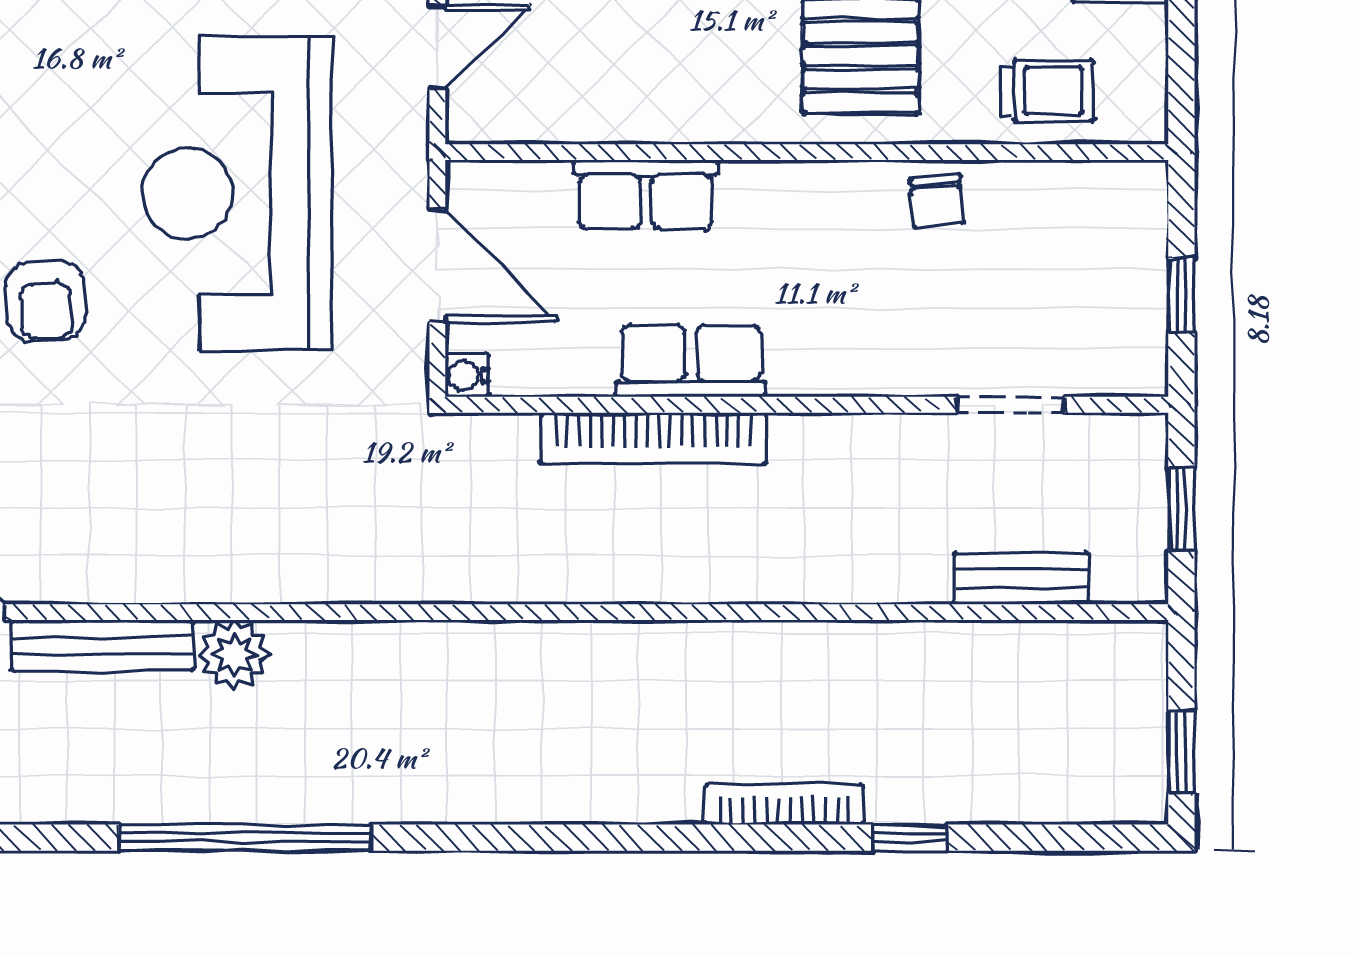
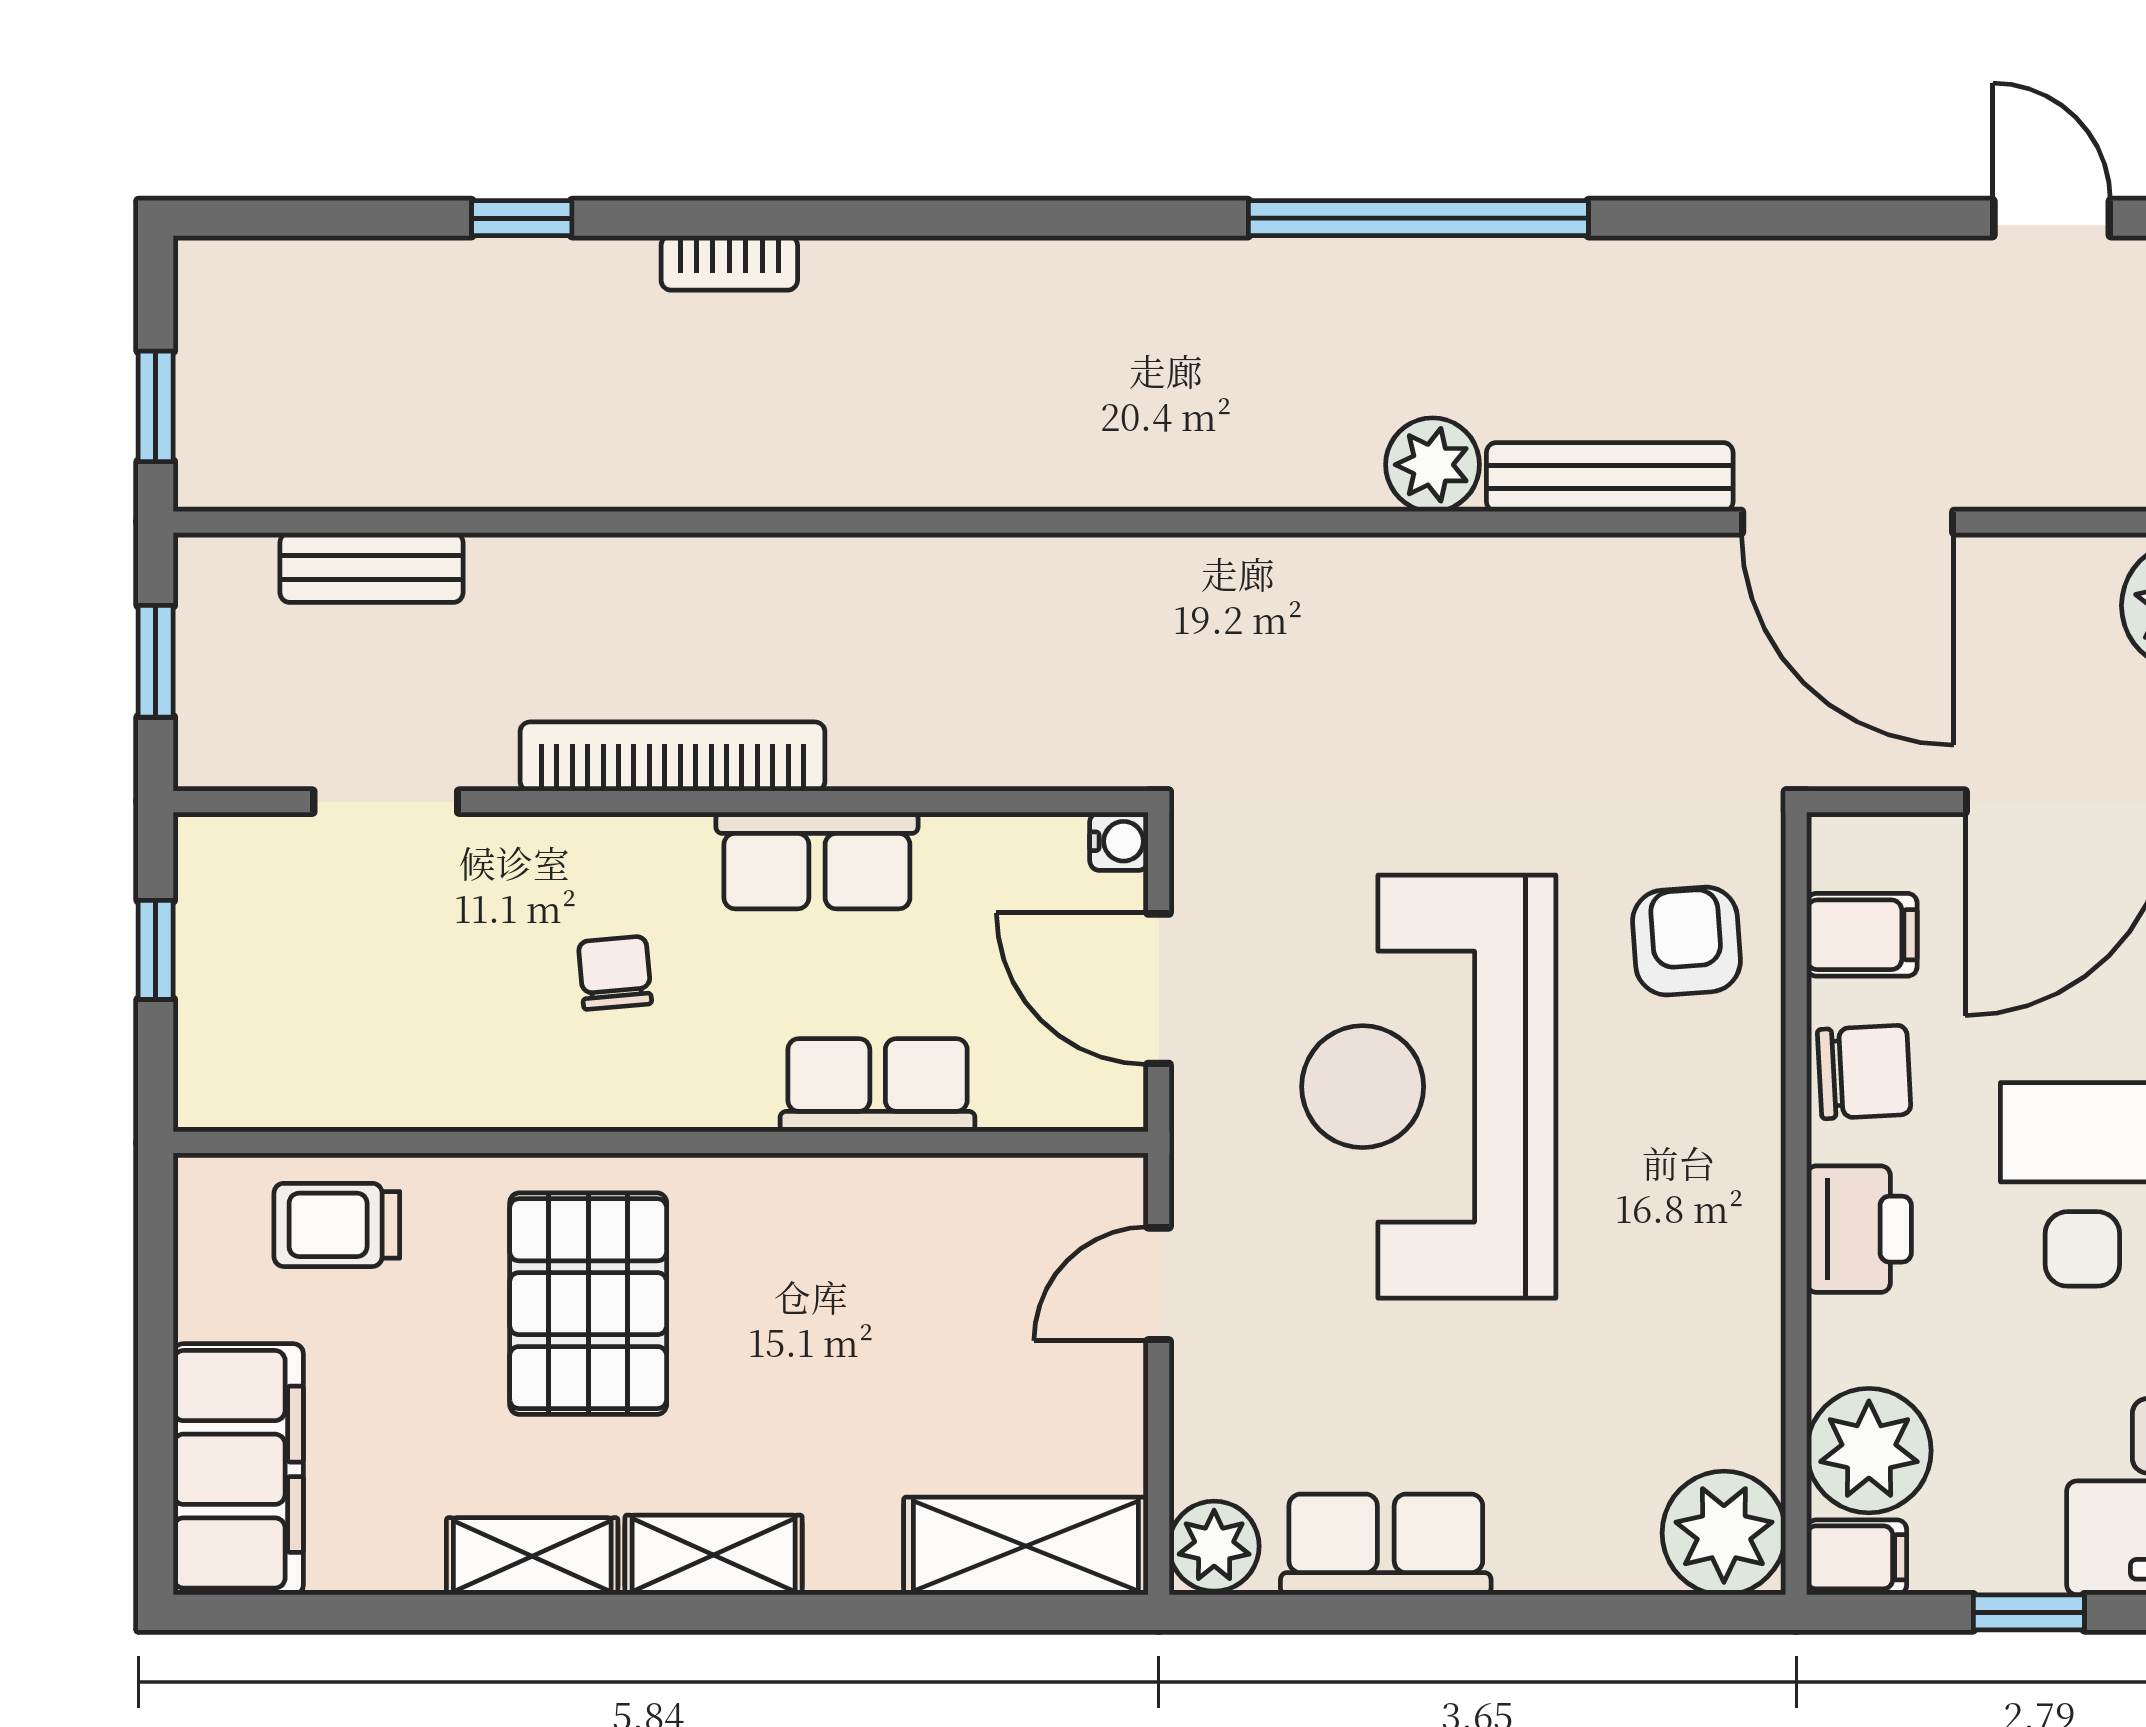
reception desk: (237, 193) -> (1429, 1087), turned 180
chair: (937, 201) -> (615, 973), moved
bookcase: (654, 438) -> (673, 757), moved
window: (1181, 752) -> (156, 406), moved
bookcase: (784, 804) -> (729, 263), width x0.64

